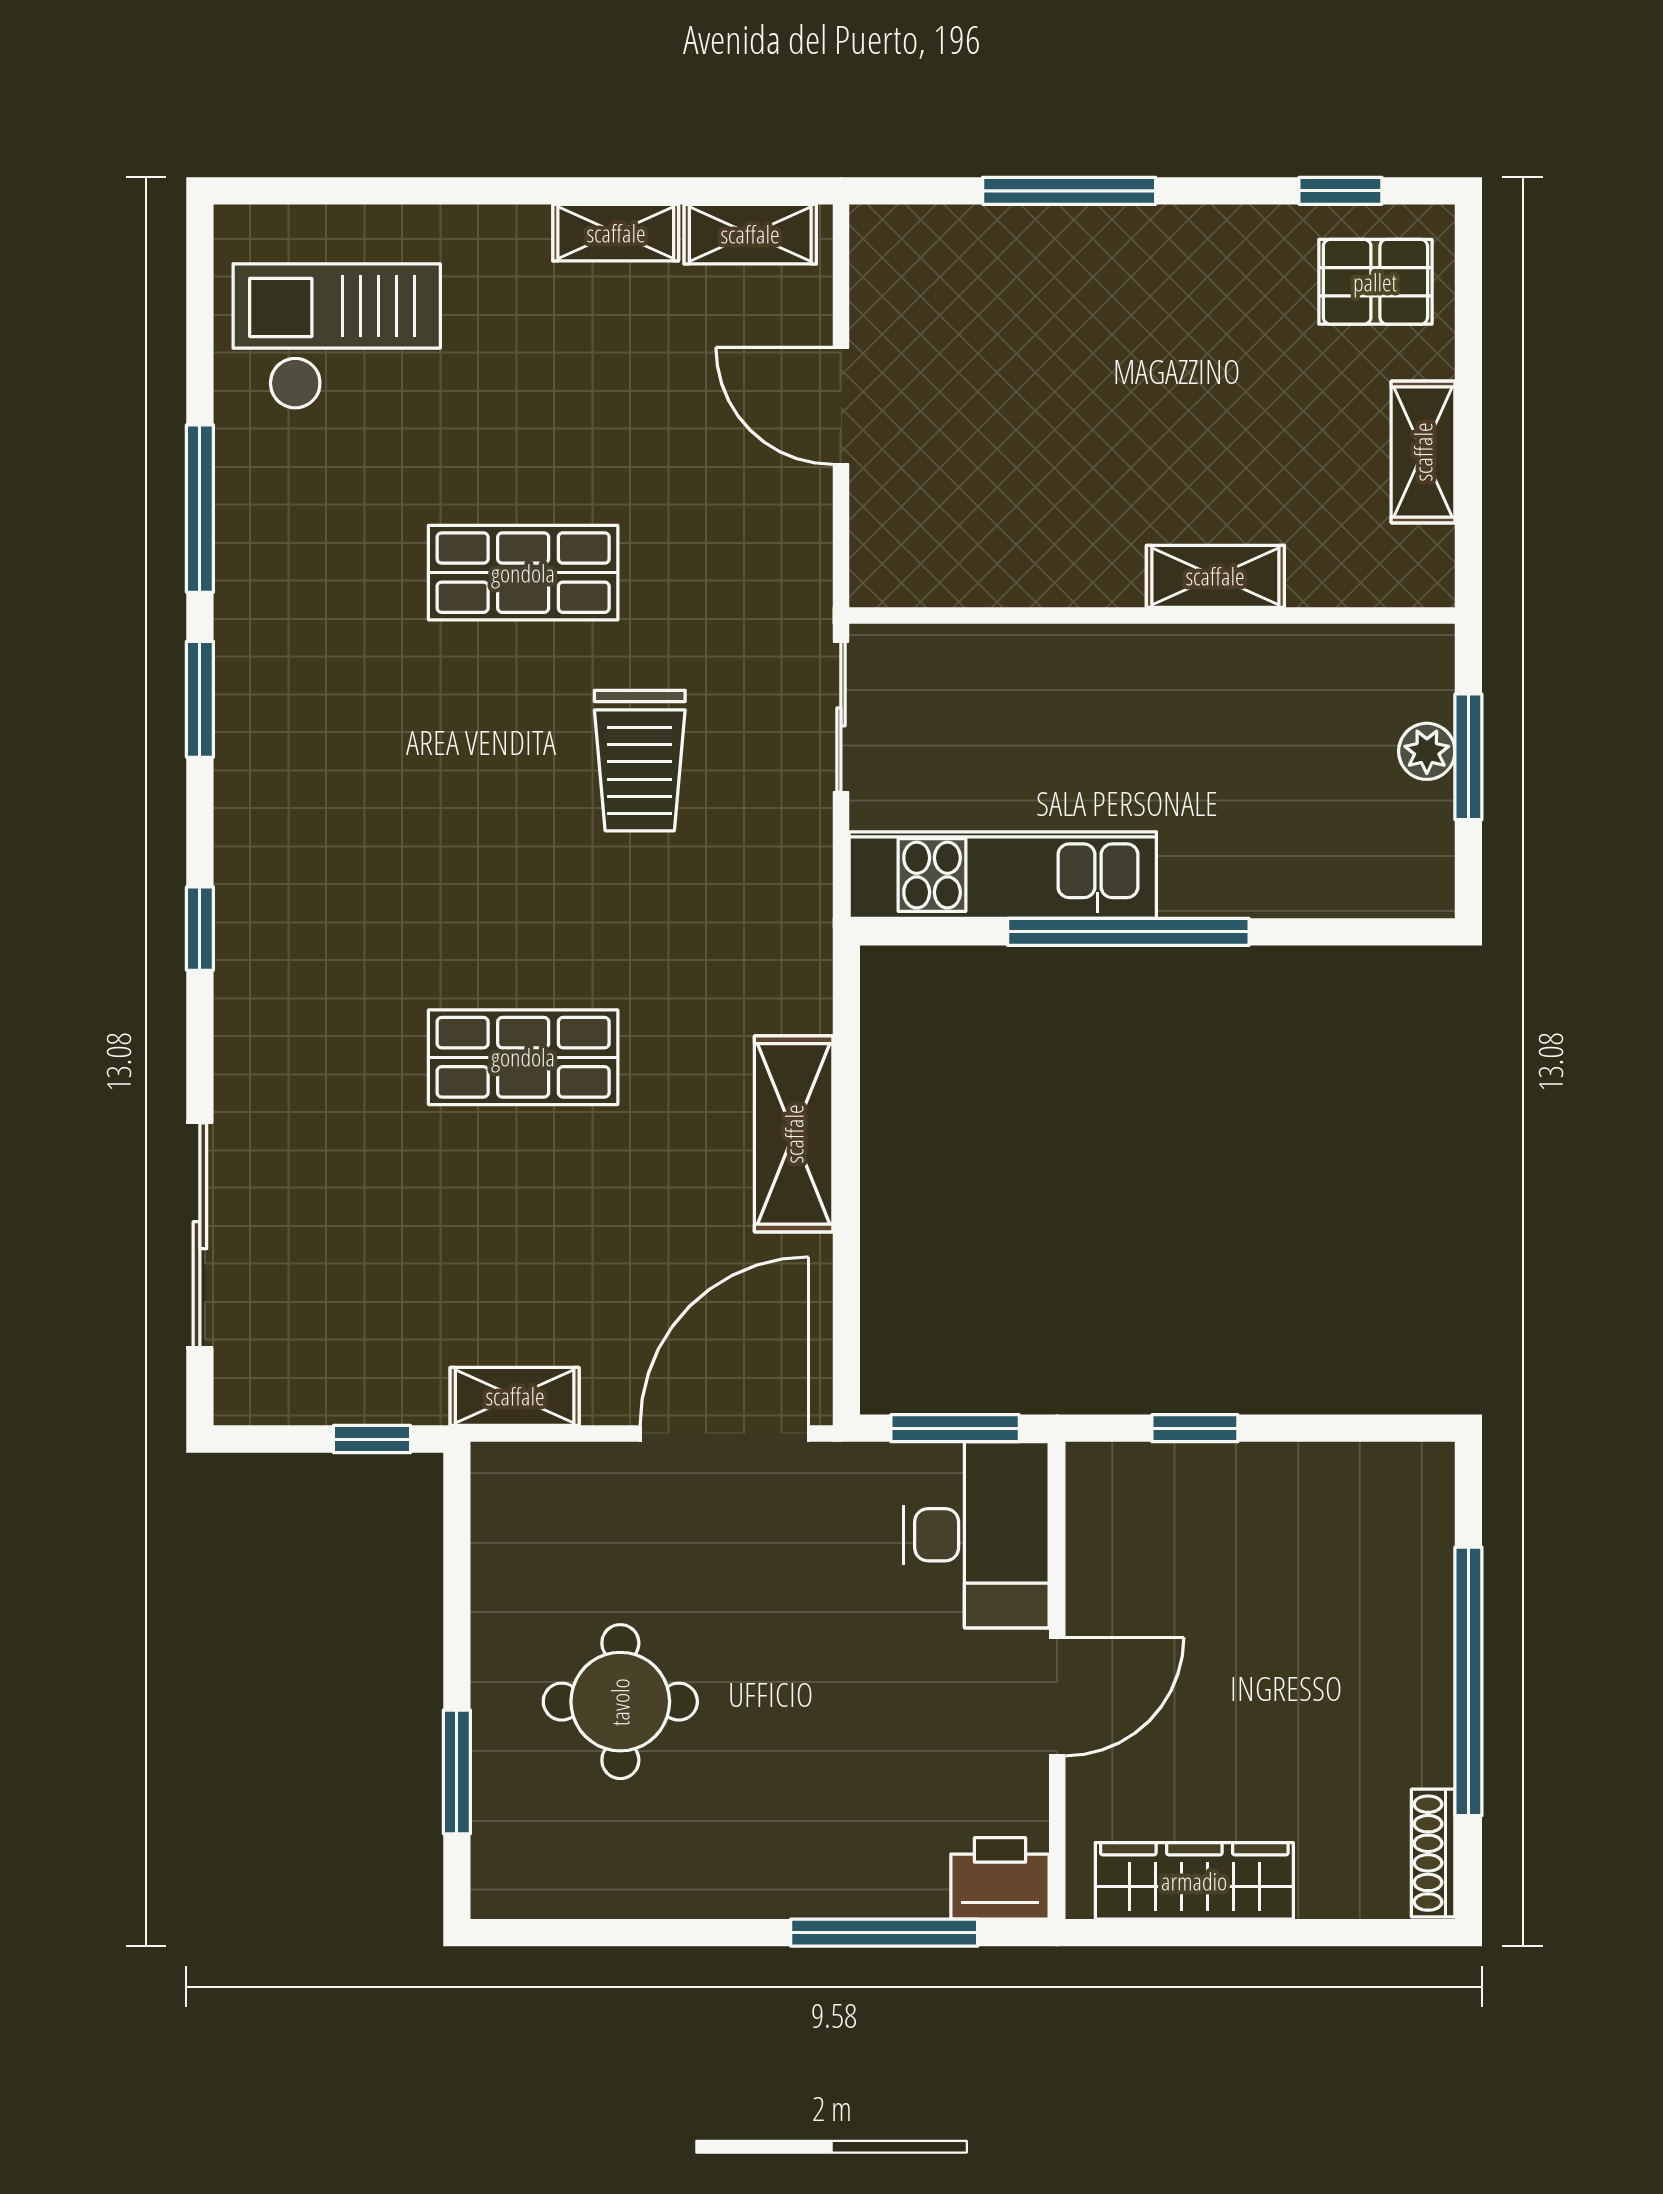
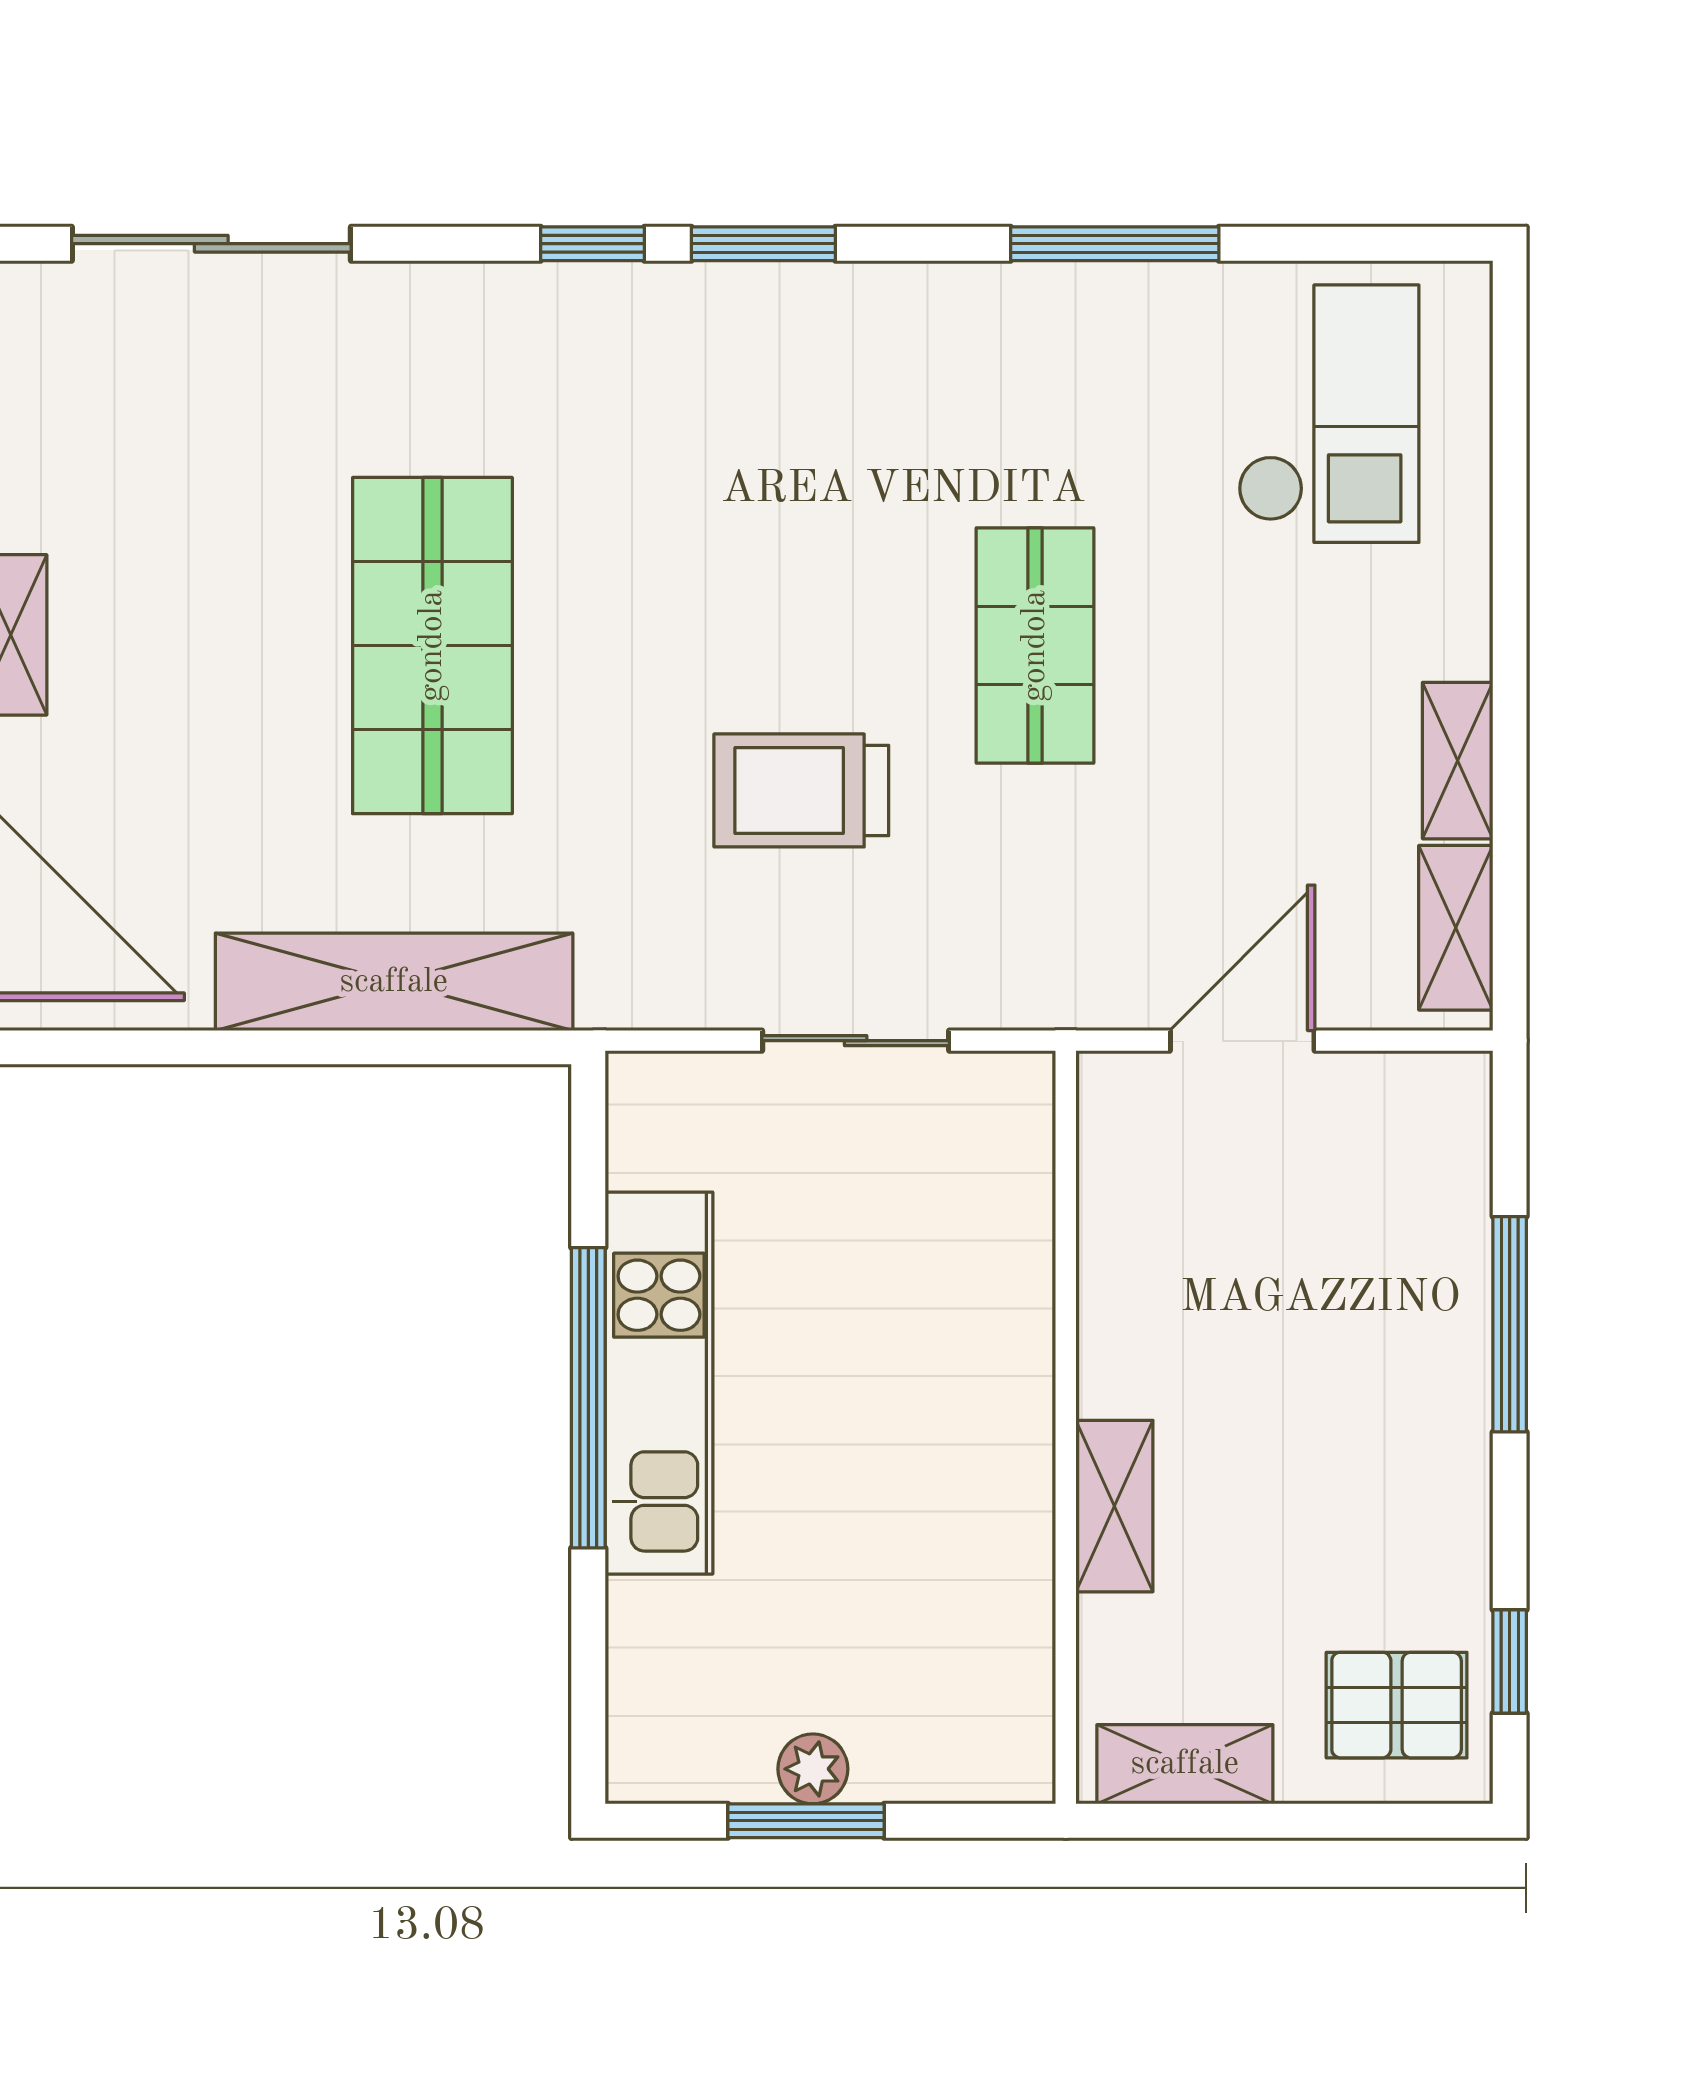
pallet: (1375, 282) -> (1397, 1705), turned 90
shelving: (1215, 576) -> (1114, 1506), moved
wall: (1152, 615) -> (1066, 1427), moved
window: (200, 699) -> (763, 244), moved
kitchen unit: (1003, 875) -> (659, 1383), moved
shop shelf: (523, 1057) -> (432, 646), width x1.43, depth x1.36
shelving: (794, 1134) -> (394, 982), width x1.47

